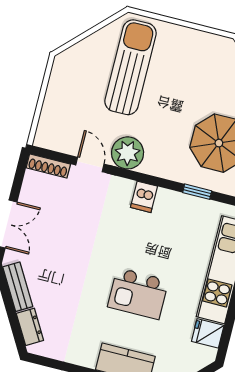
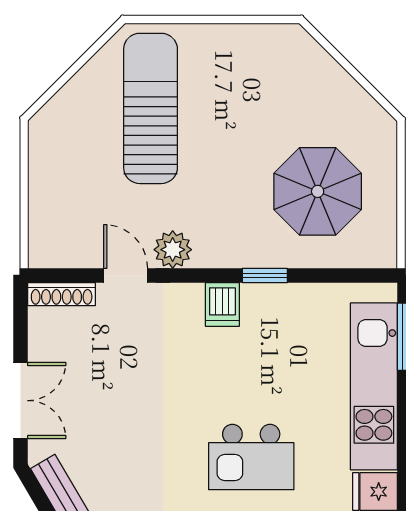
plant: (128, 153) -> (173, 250), width x0.73, depth x0.73
window: (197, 192) -> (265, 275), moved

